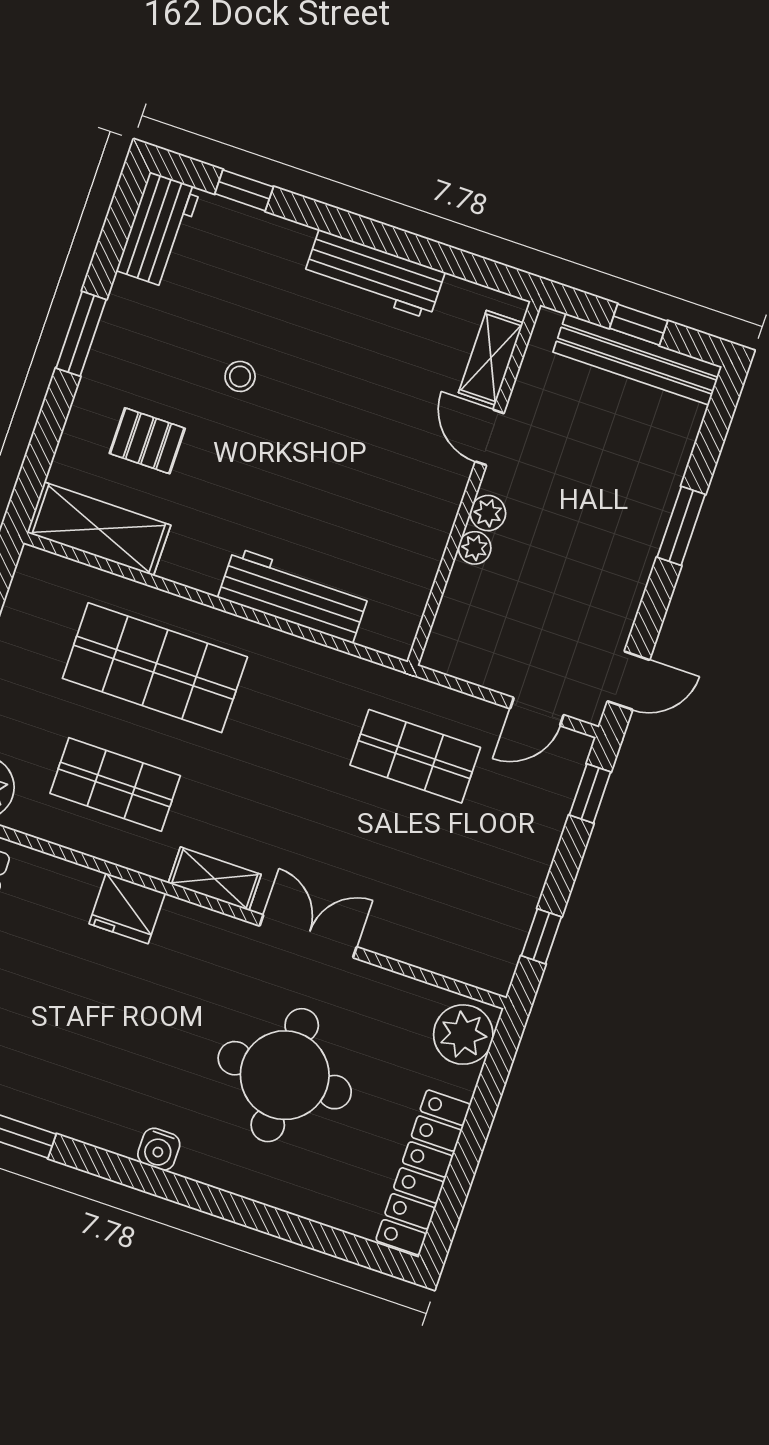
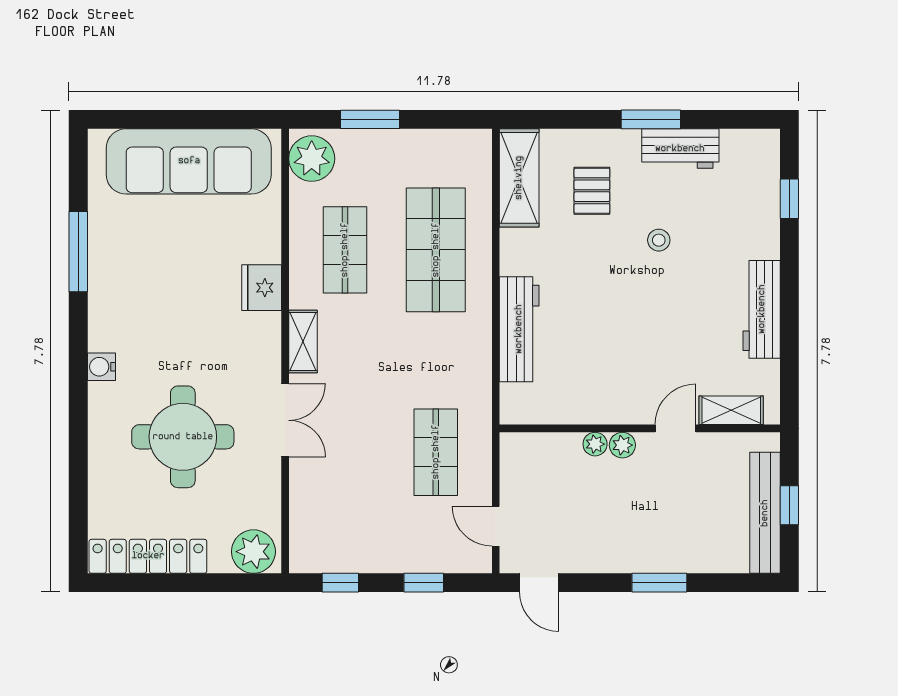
workbench: (158, 230) -> (680, 149), moved
window: (590, 793) -> (424, 583), moved

